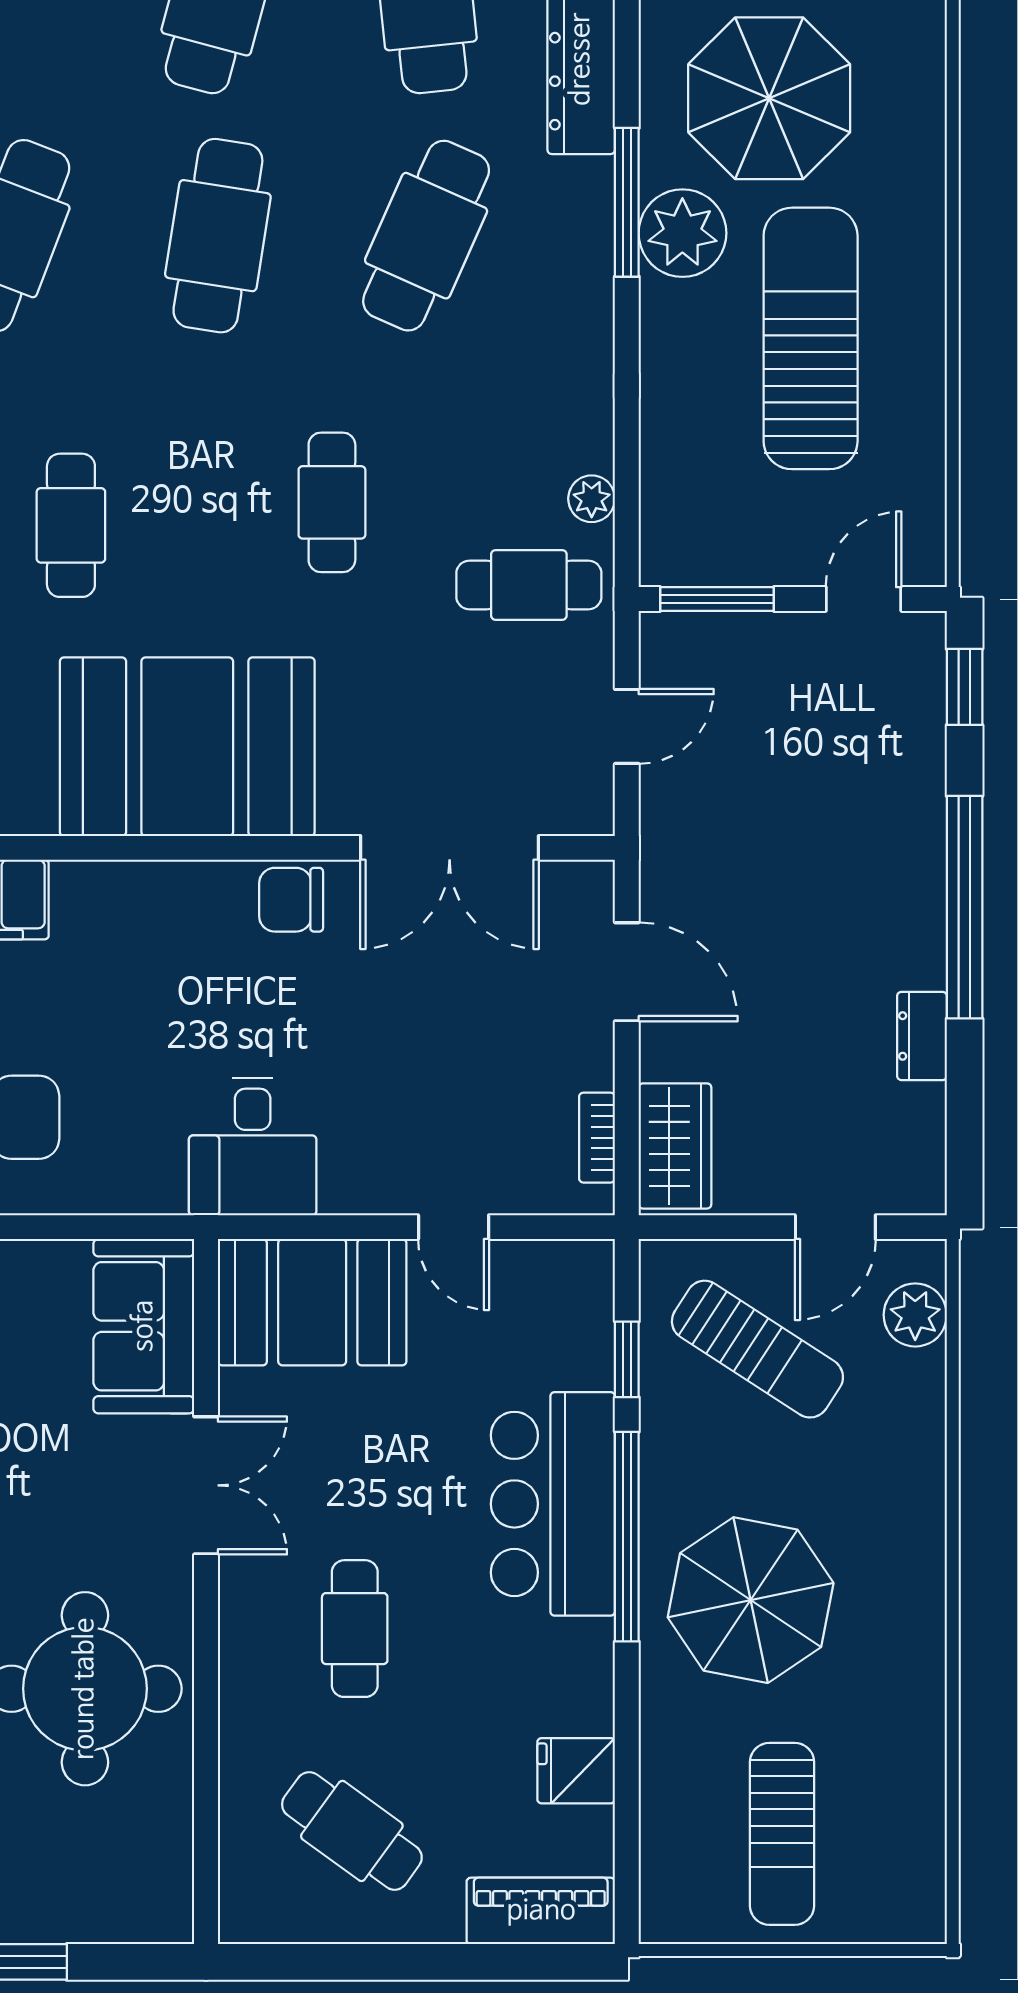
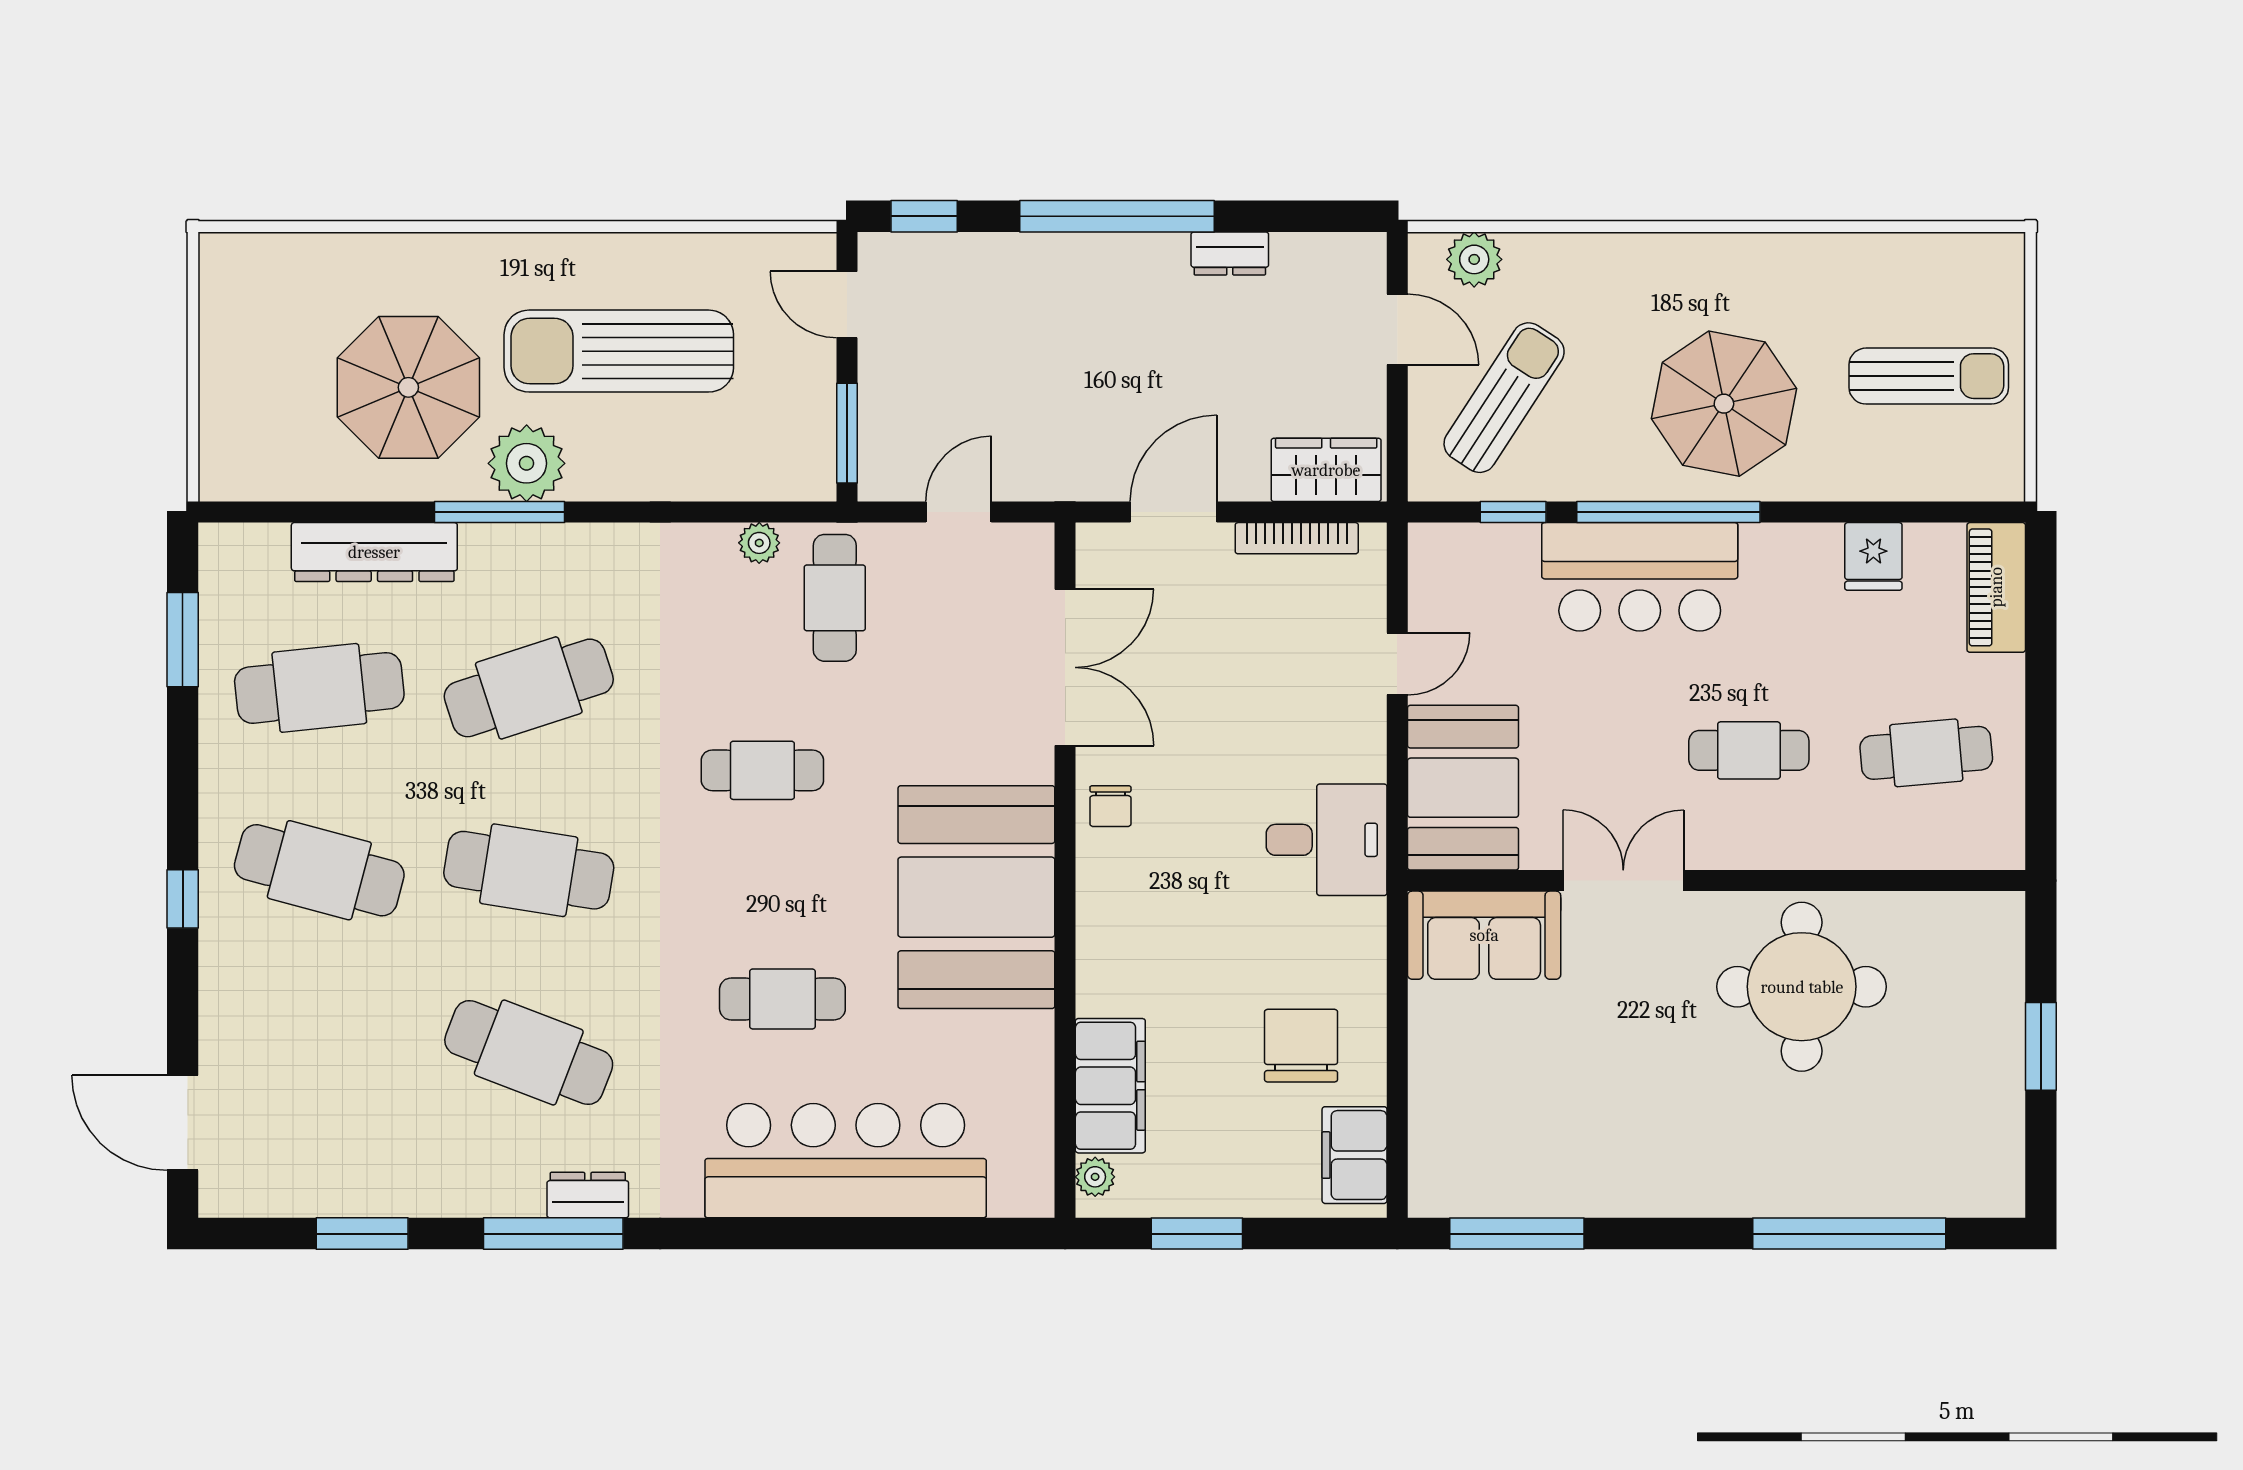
cafe table: (426, 236) -> (529, 688), turned -42
door: (627, 726) -> (959, 512), hinge flipped
chair: (291, 900) -> (1110, 806), width x0.73, depth x0.73
bookcase: (597, 1138) -> (1297, 538), width x1.56
cafe table: (352, 1831) -> (1926, 753), turned 49

